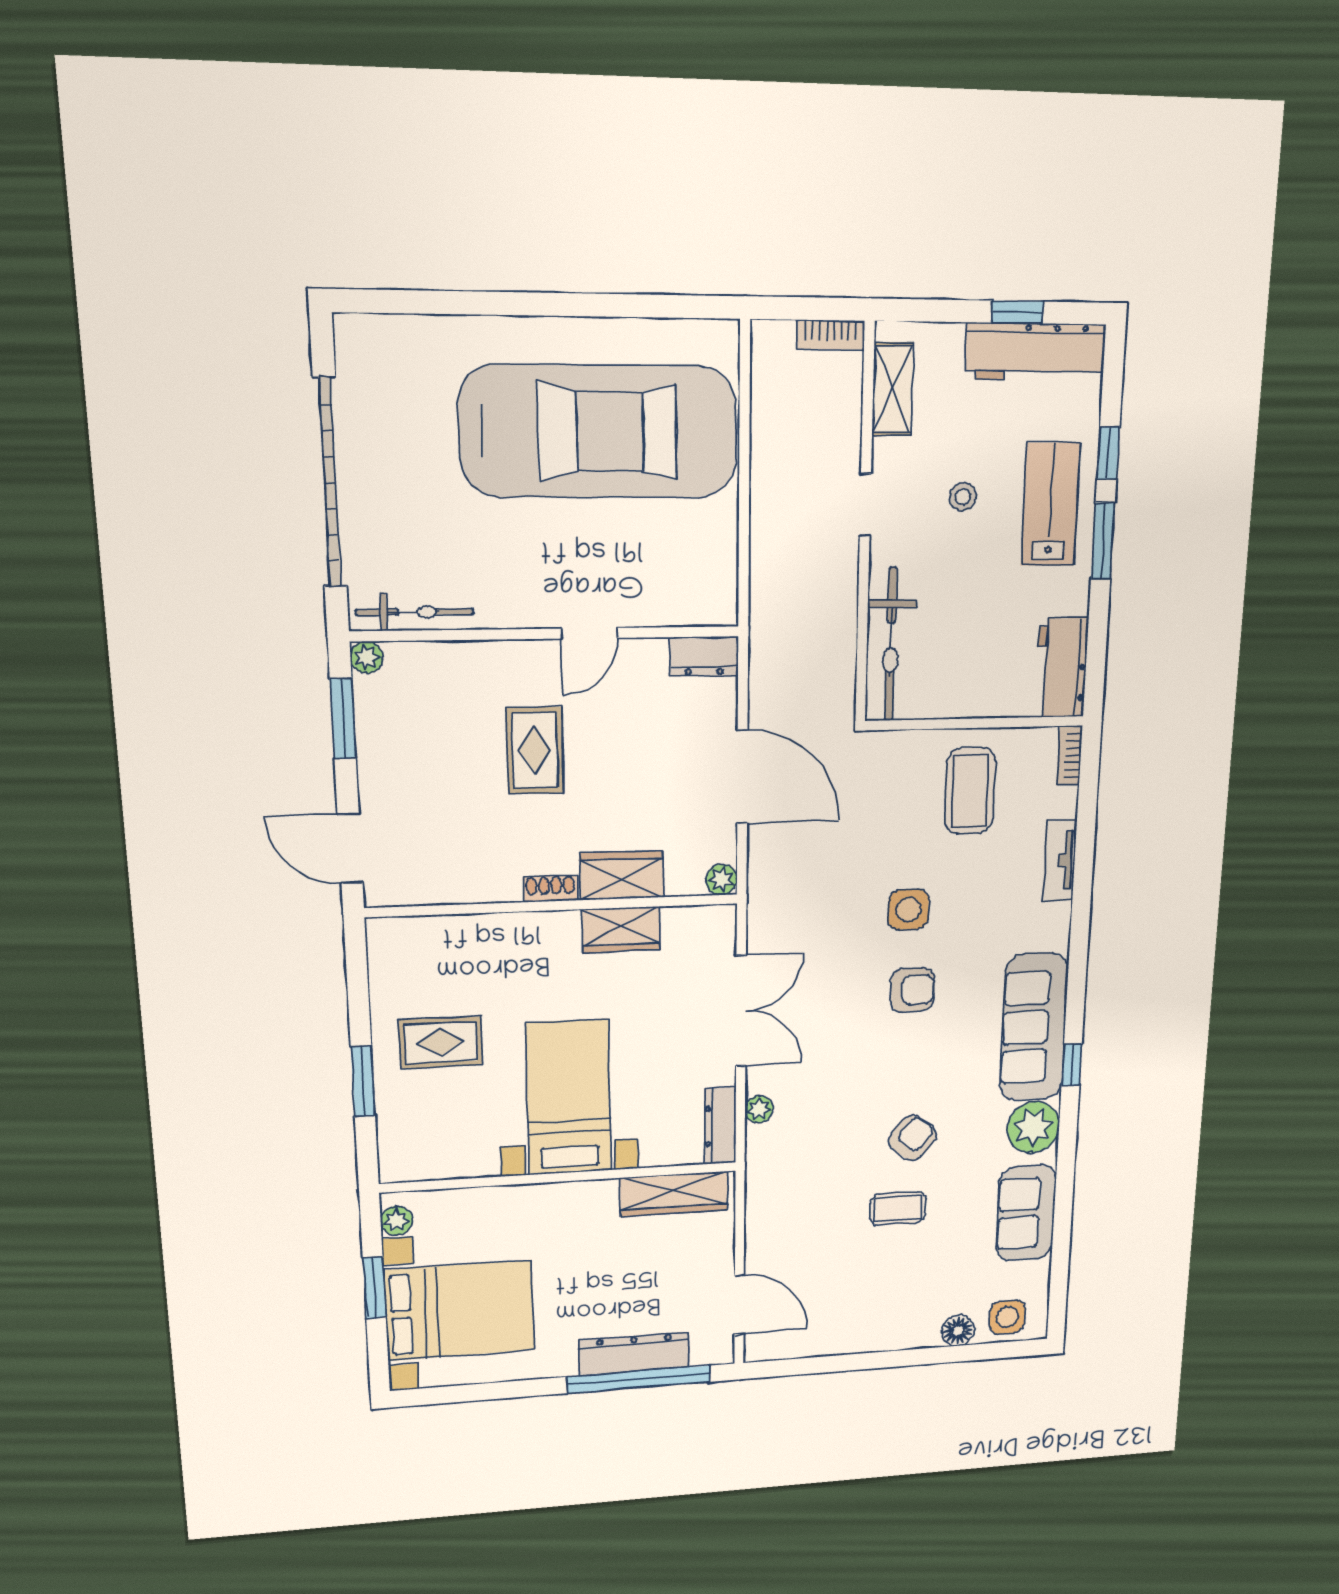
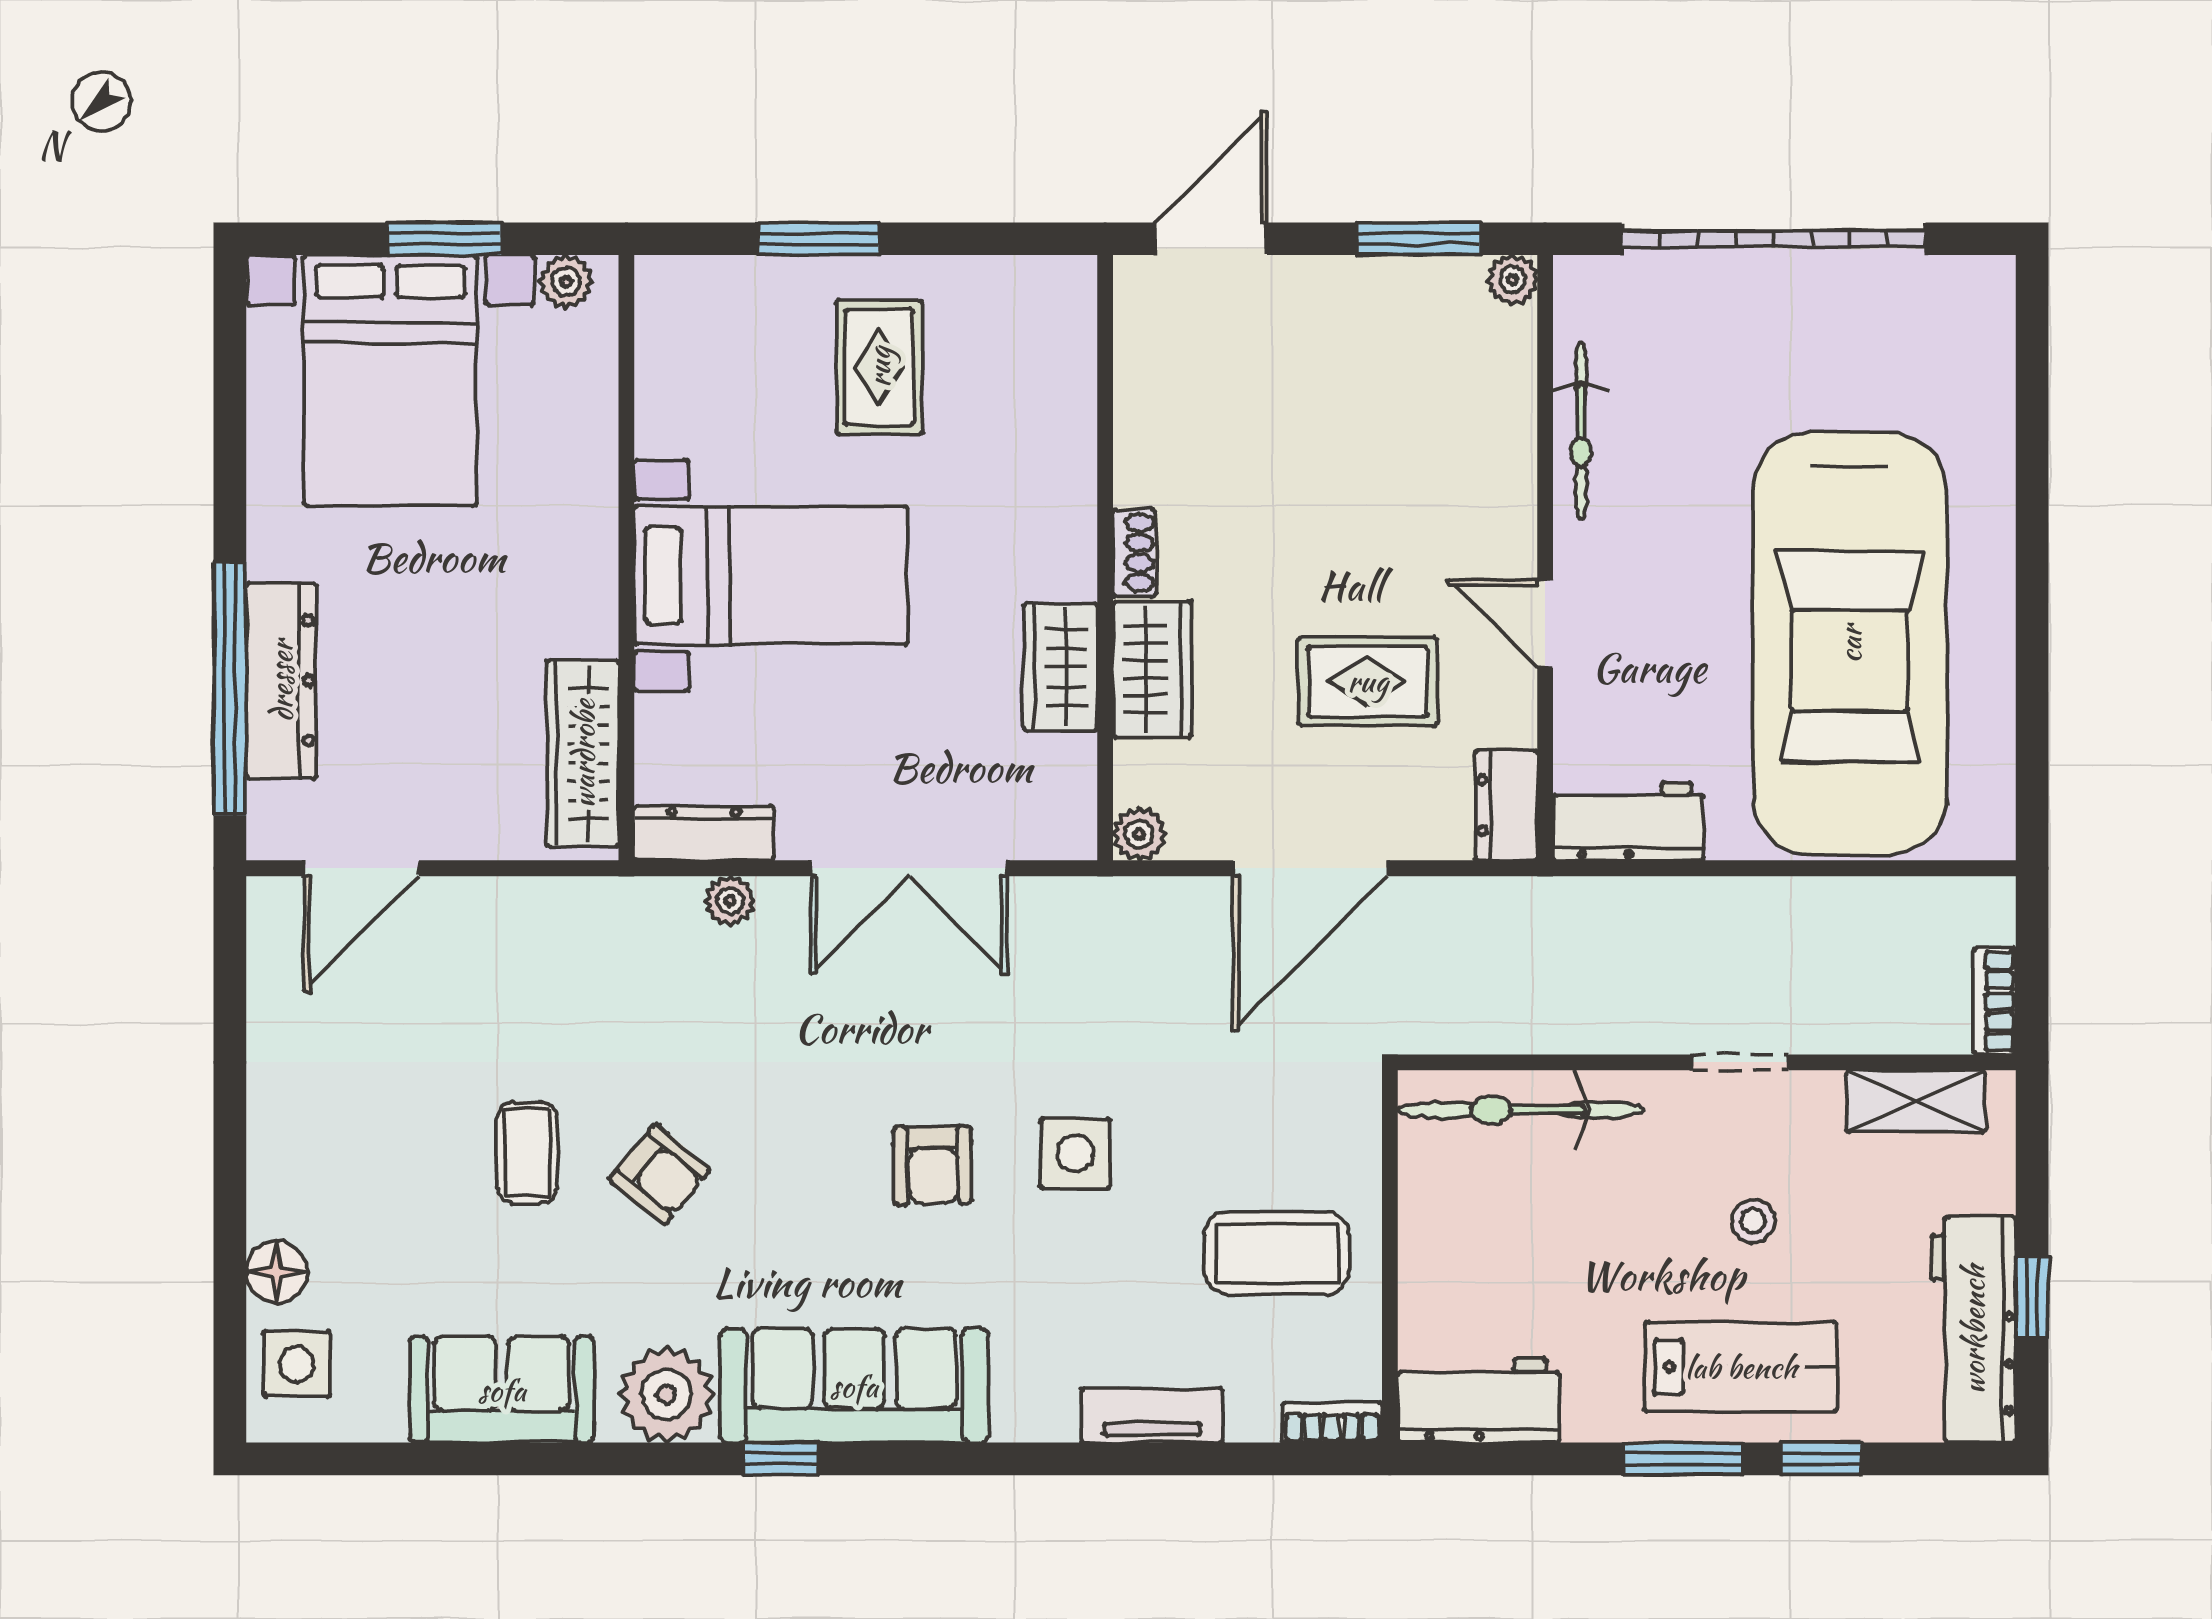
workbench: (714, 578) -> (1628, 822), added
bicycle: (415, 612) -> (1581, 431), moved
rug: (535, 750) -> (1368, 681), moved

